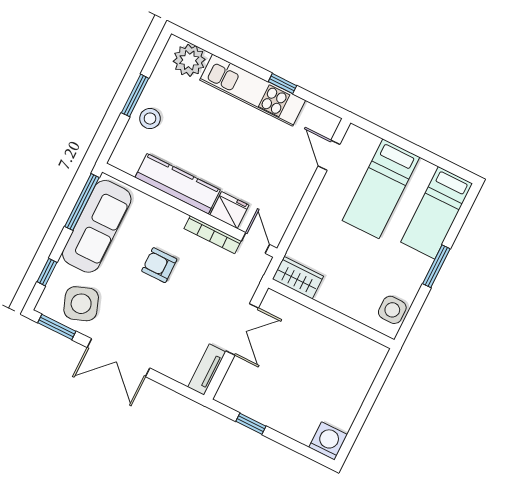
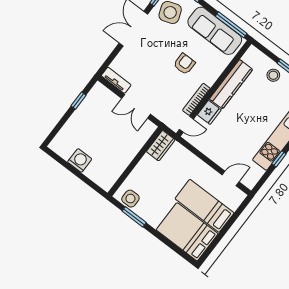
bed: (437, 213) -> (187, 232), width x1.50
window: (436, 266) -> (134, 217), moved
washing machine: (328, 441) -> (80, 160), moved, turned -90

